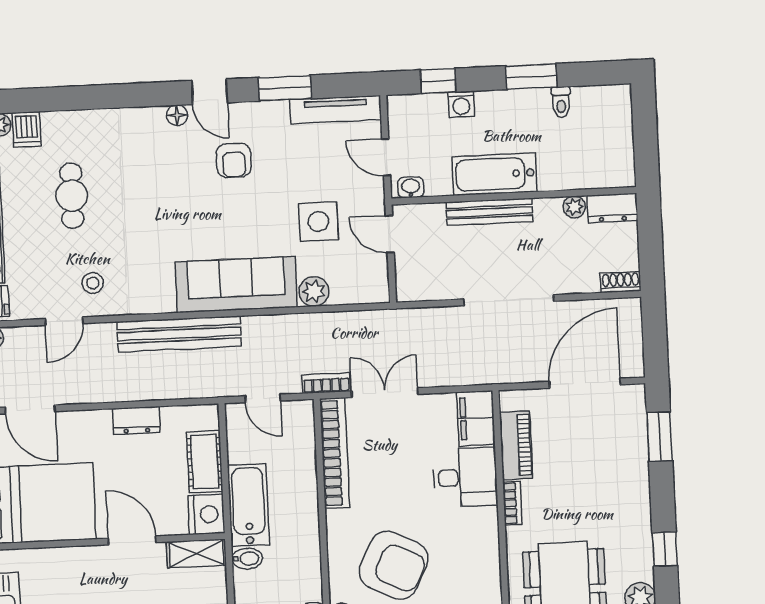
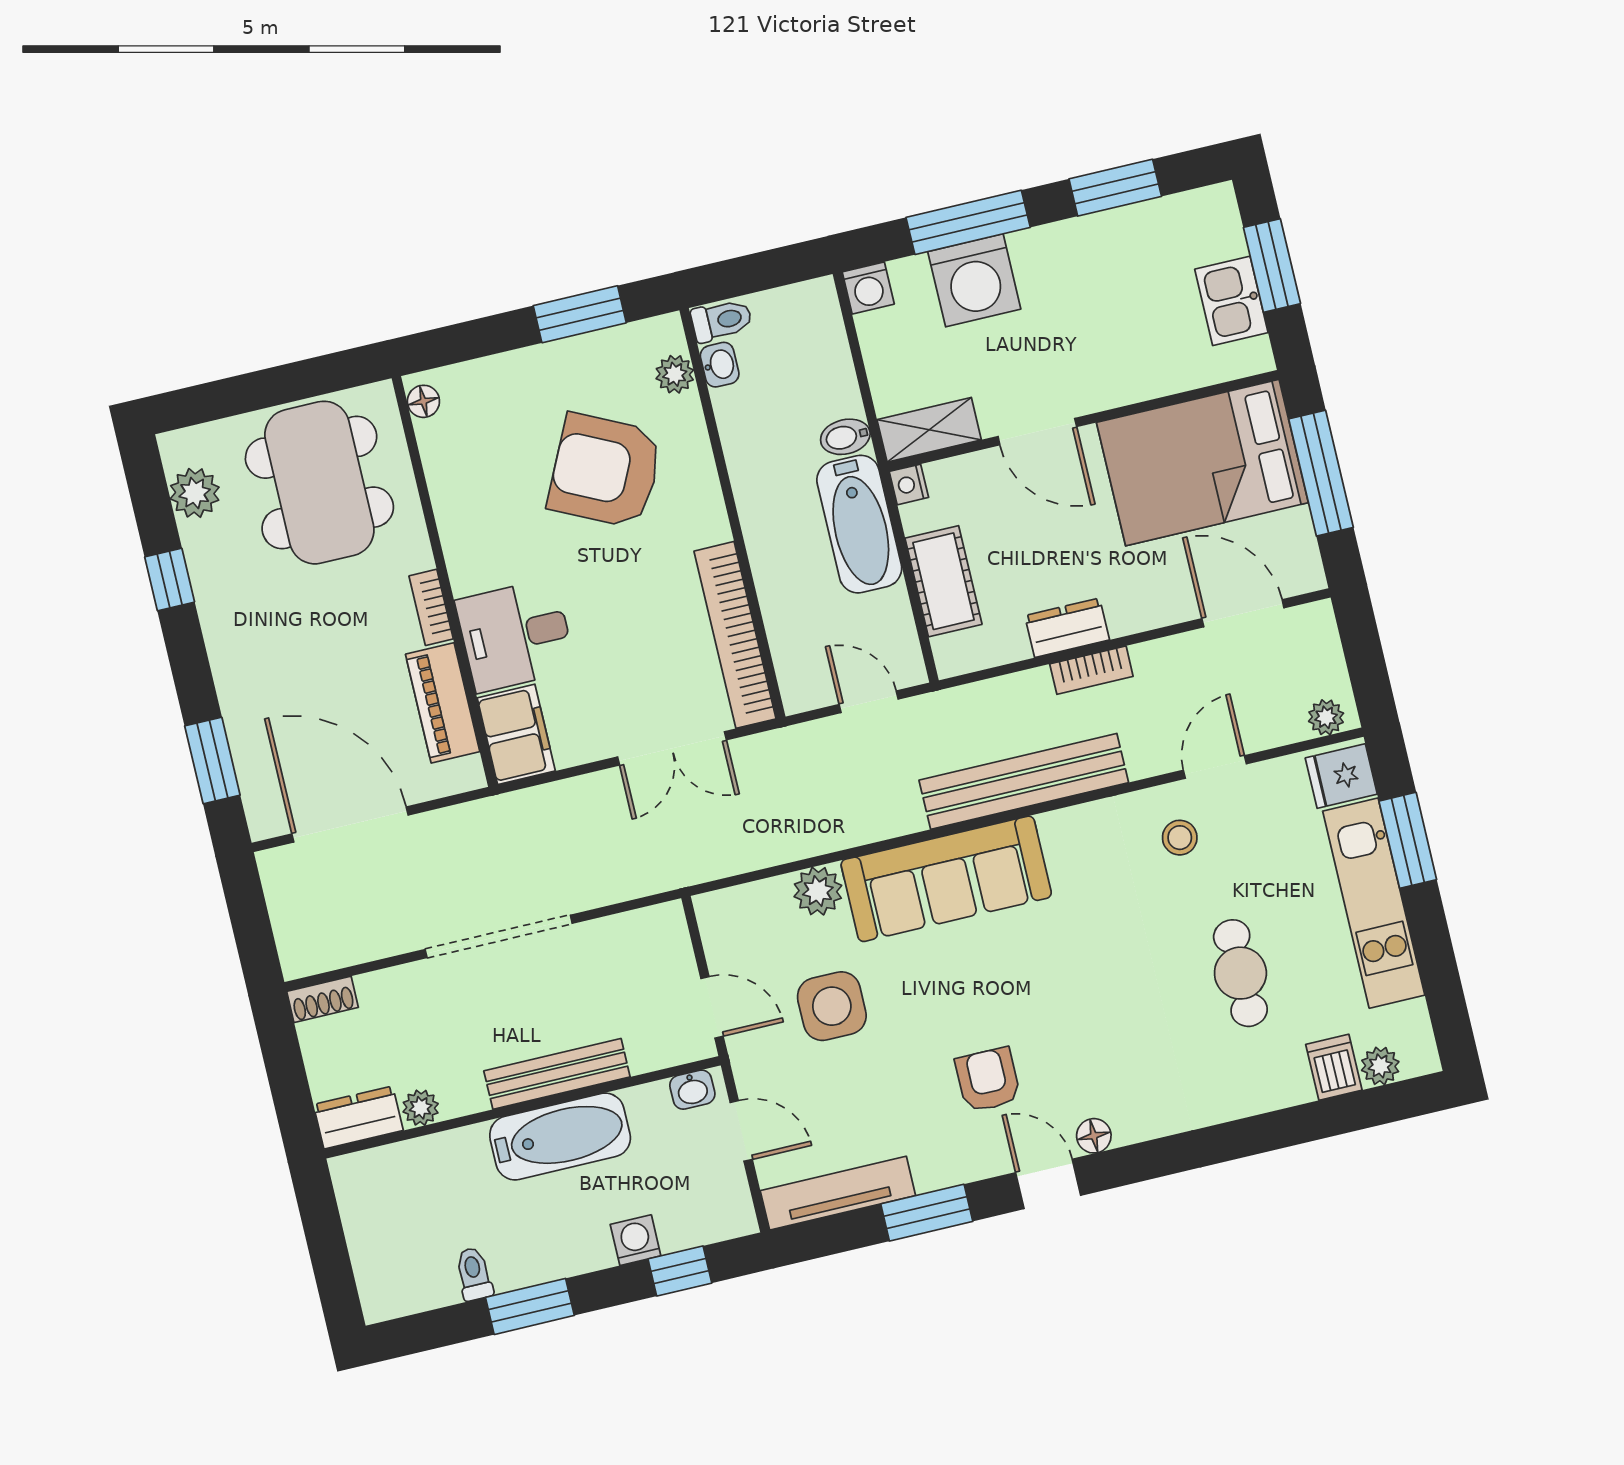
bookcase: (326, 383) -> (1091, 670), moved
door: (585, 383) -> (350, 824), swing flipped
nightstand: (206, 514) -> (909, 484), width x0.53, depth x0.56

